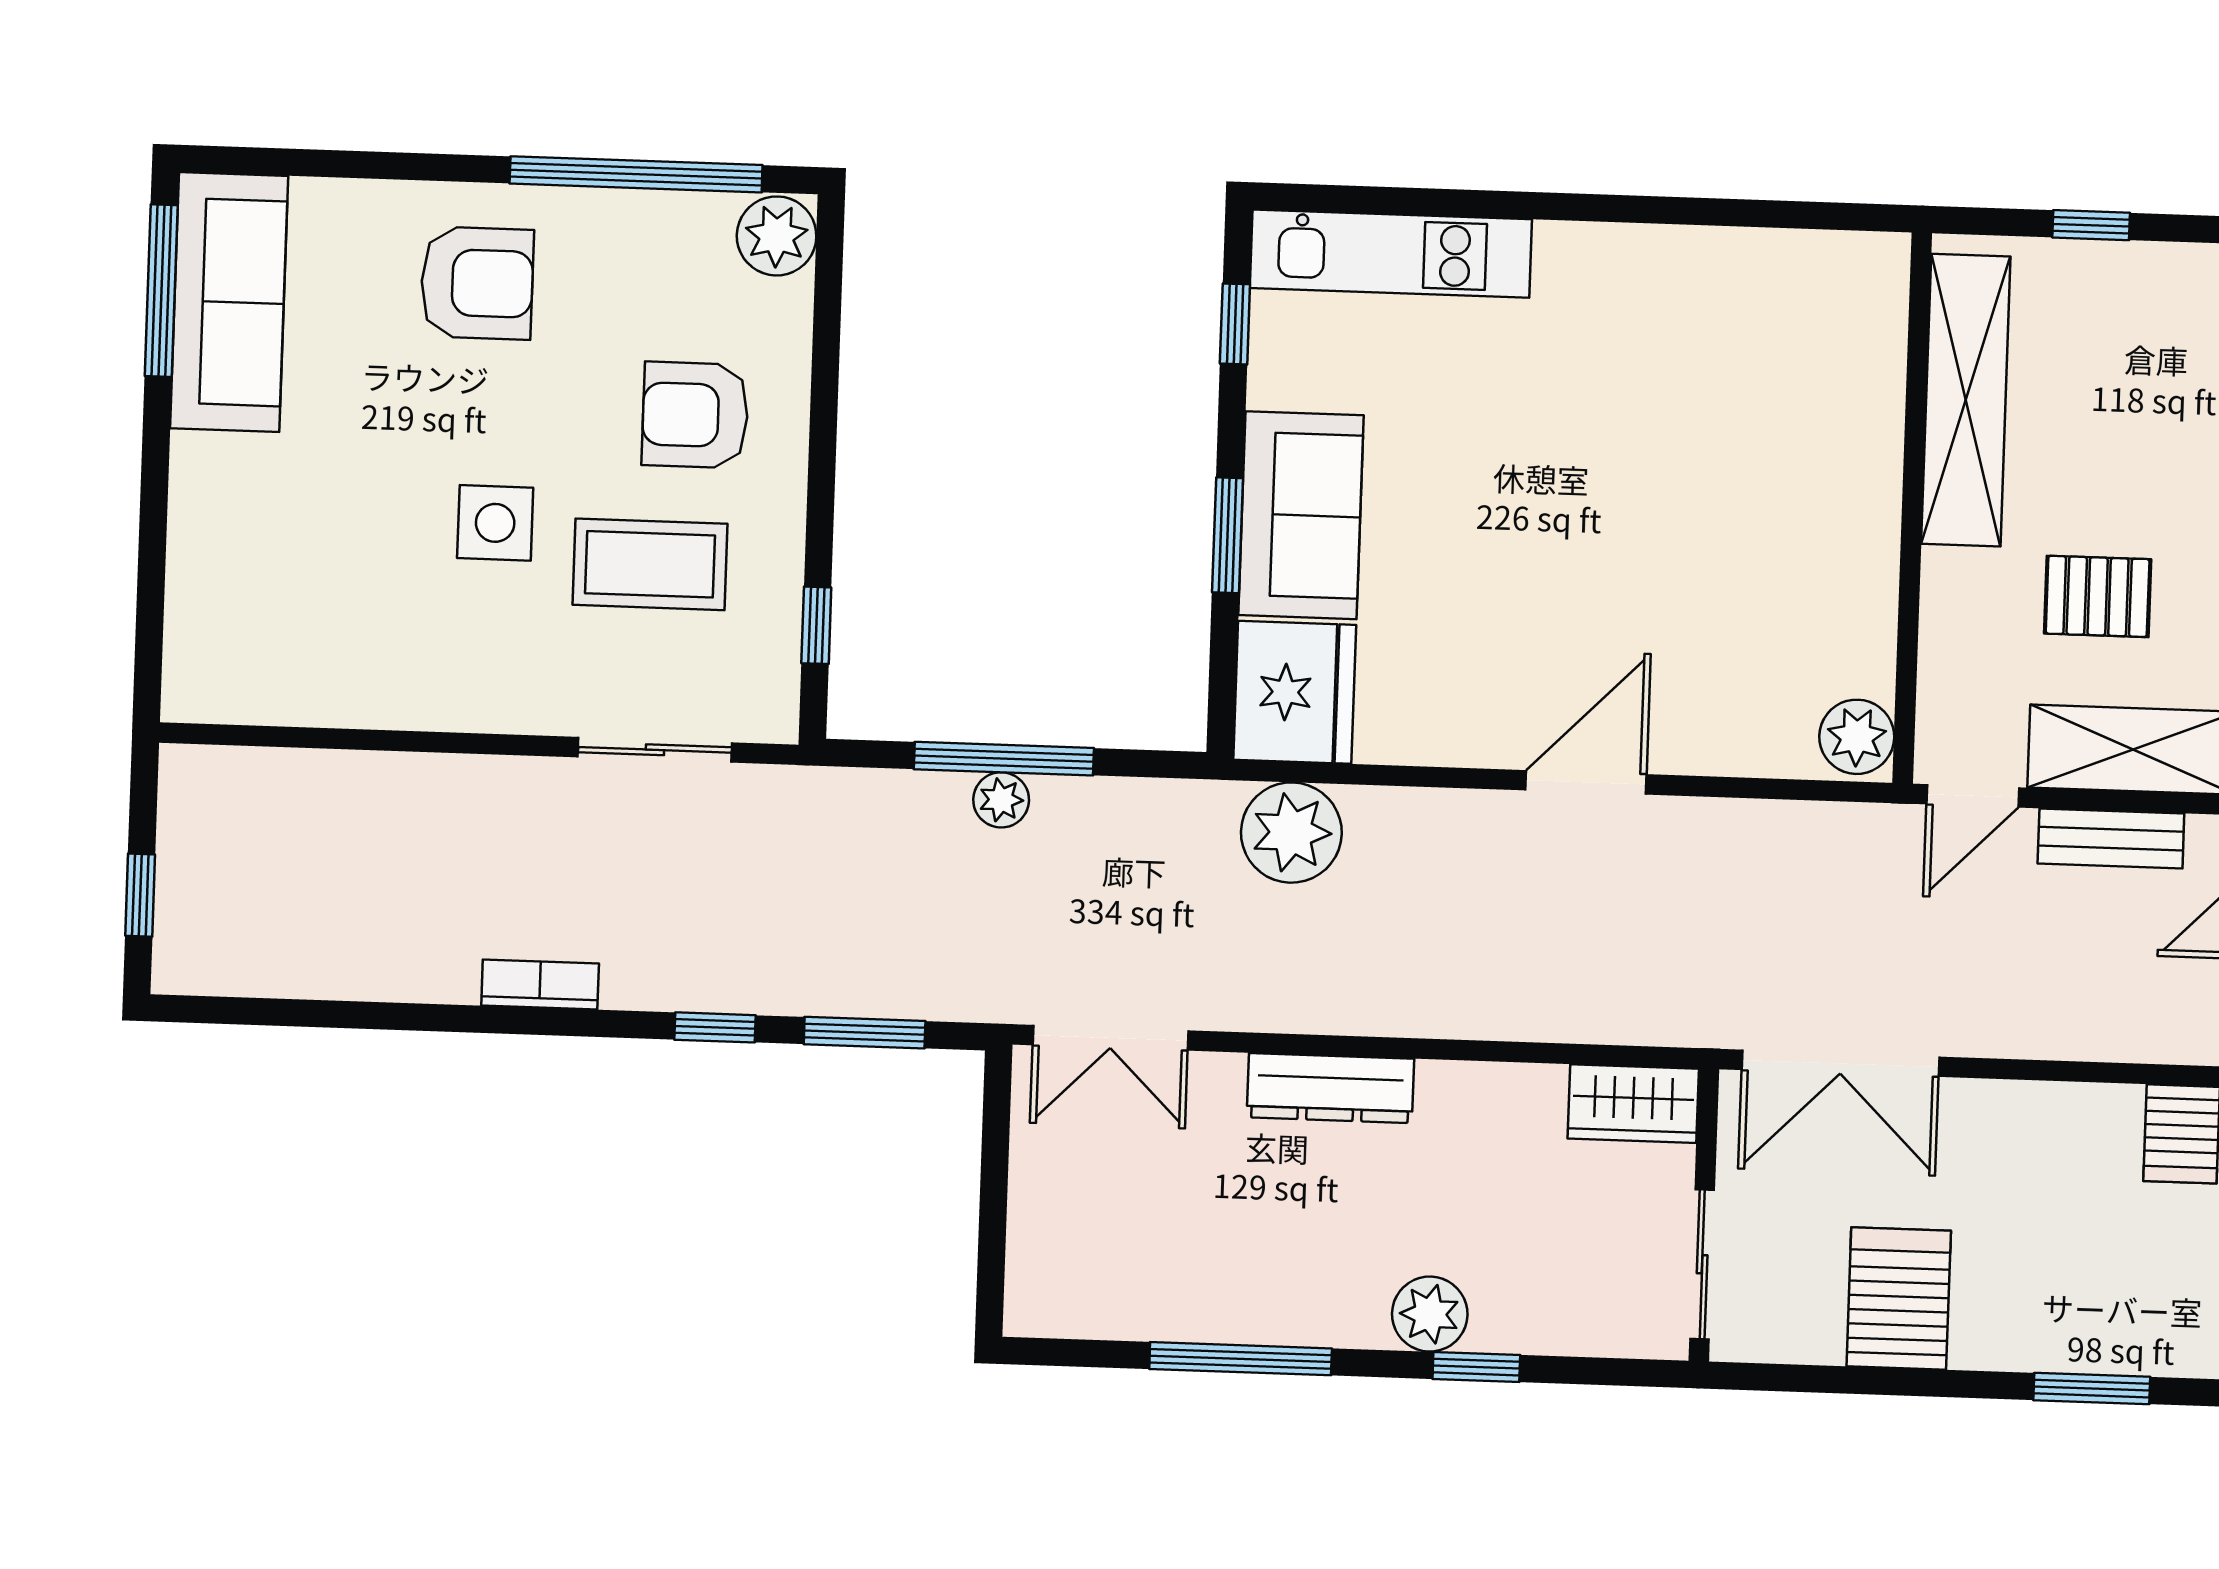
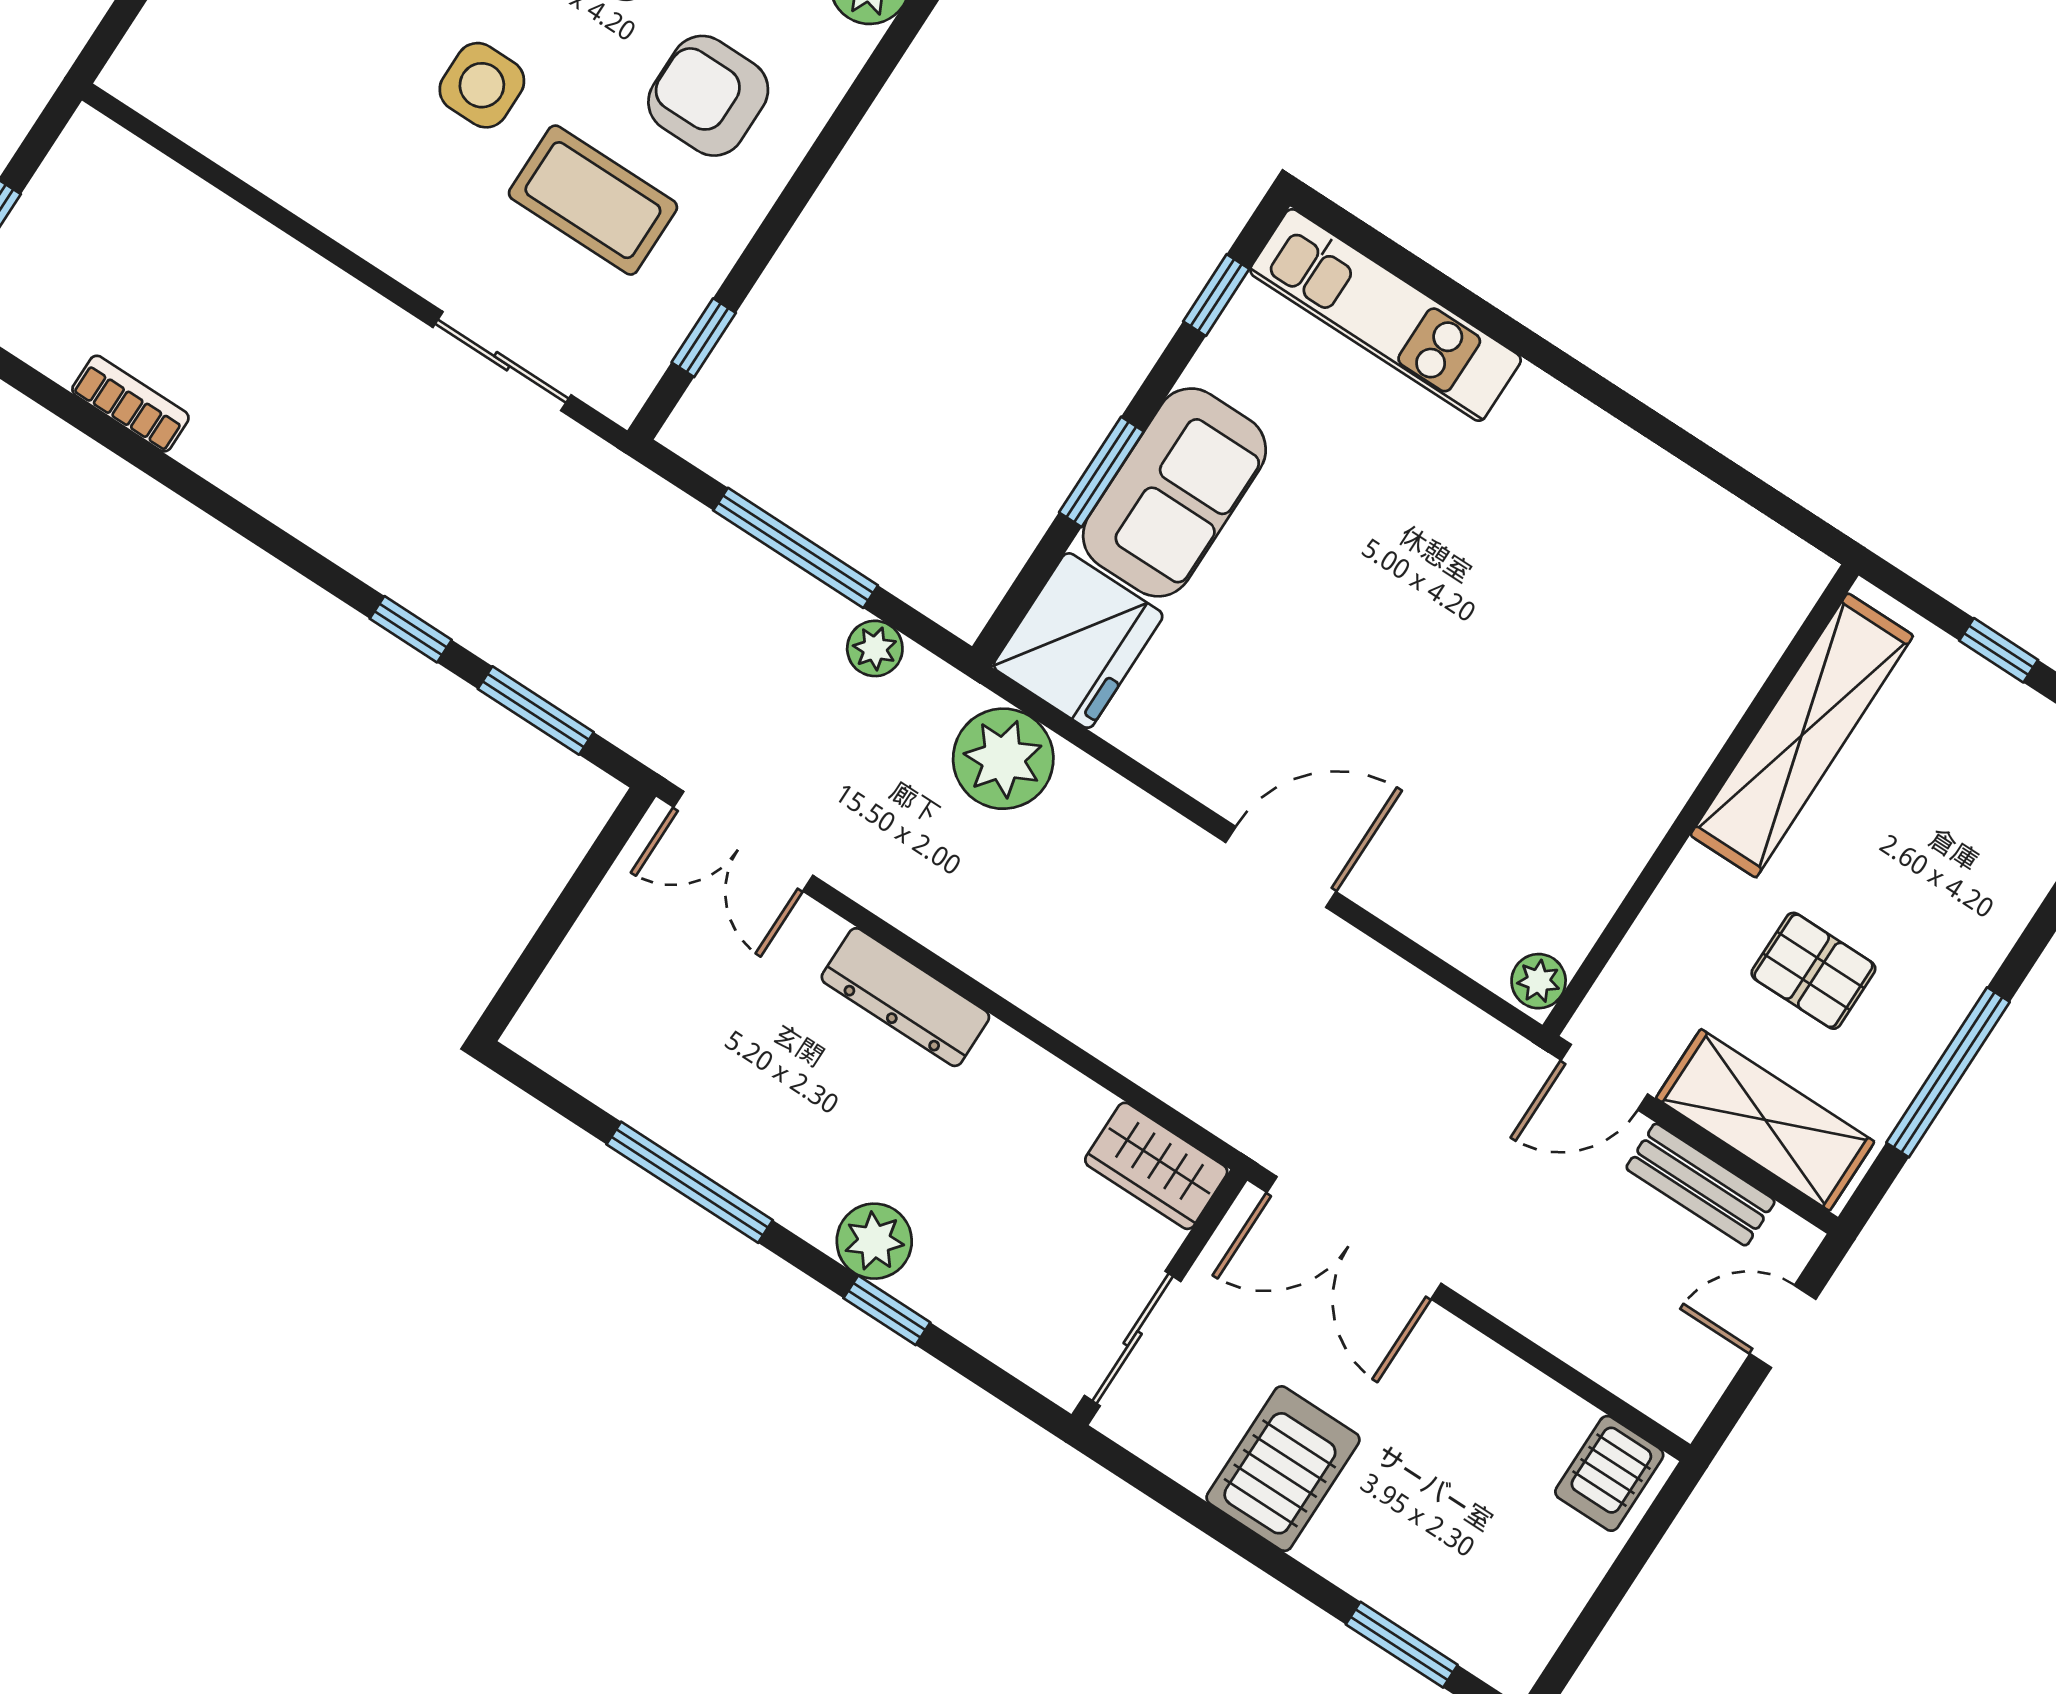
plant: (1857, 737) -> (1539, 981), width x0.73, depth x0.73
plant: (1001, 800) -> (875, 648), moved
bookcase: (540, 985) -> (130, 404), moved

